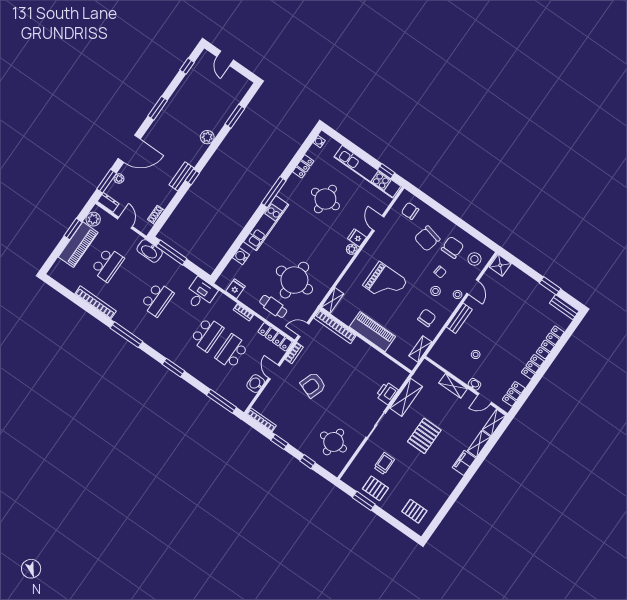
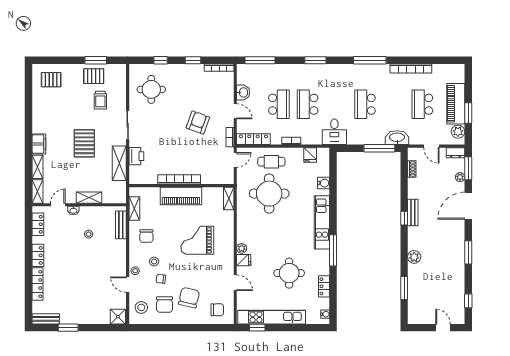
bench: (459, 318) -> (121, 225), moved
bookcase: (335, 327) -> (179, 179), moved

